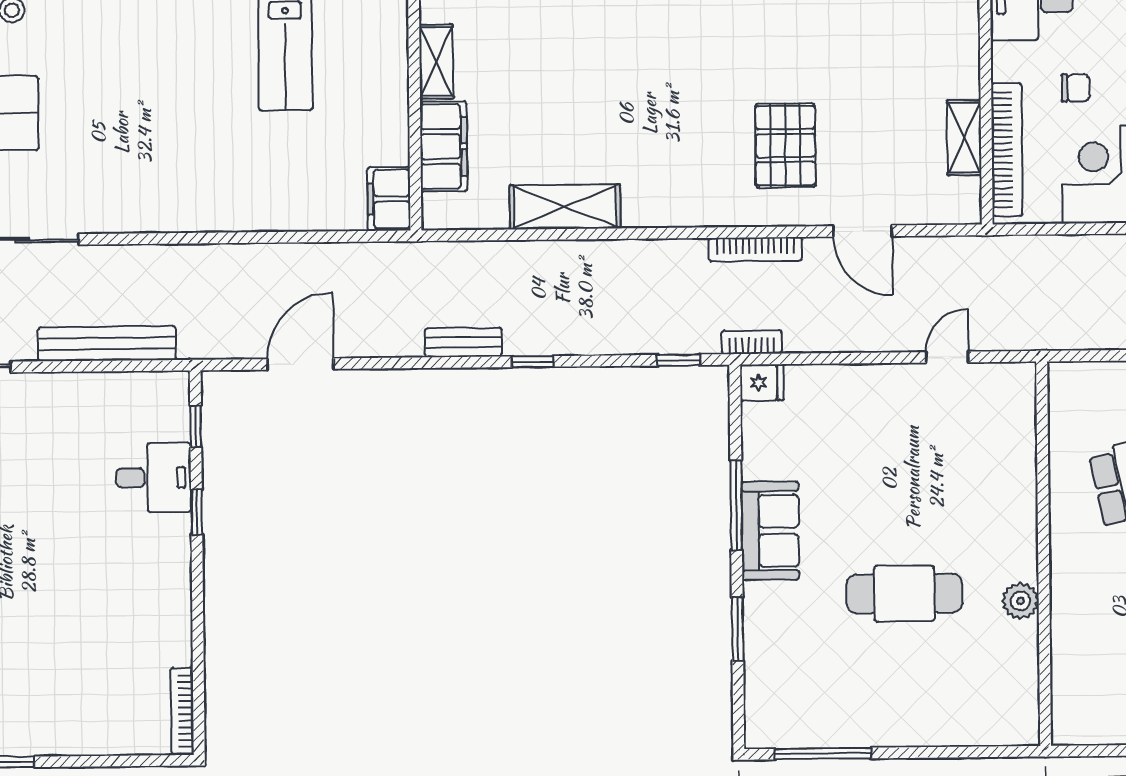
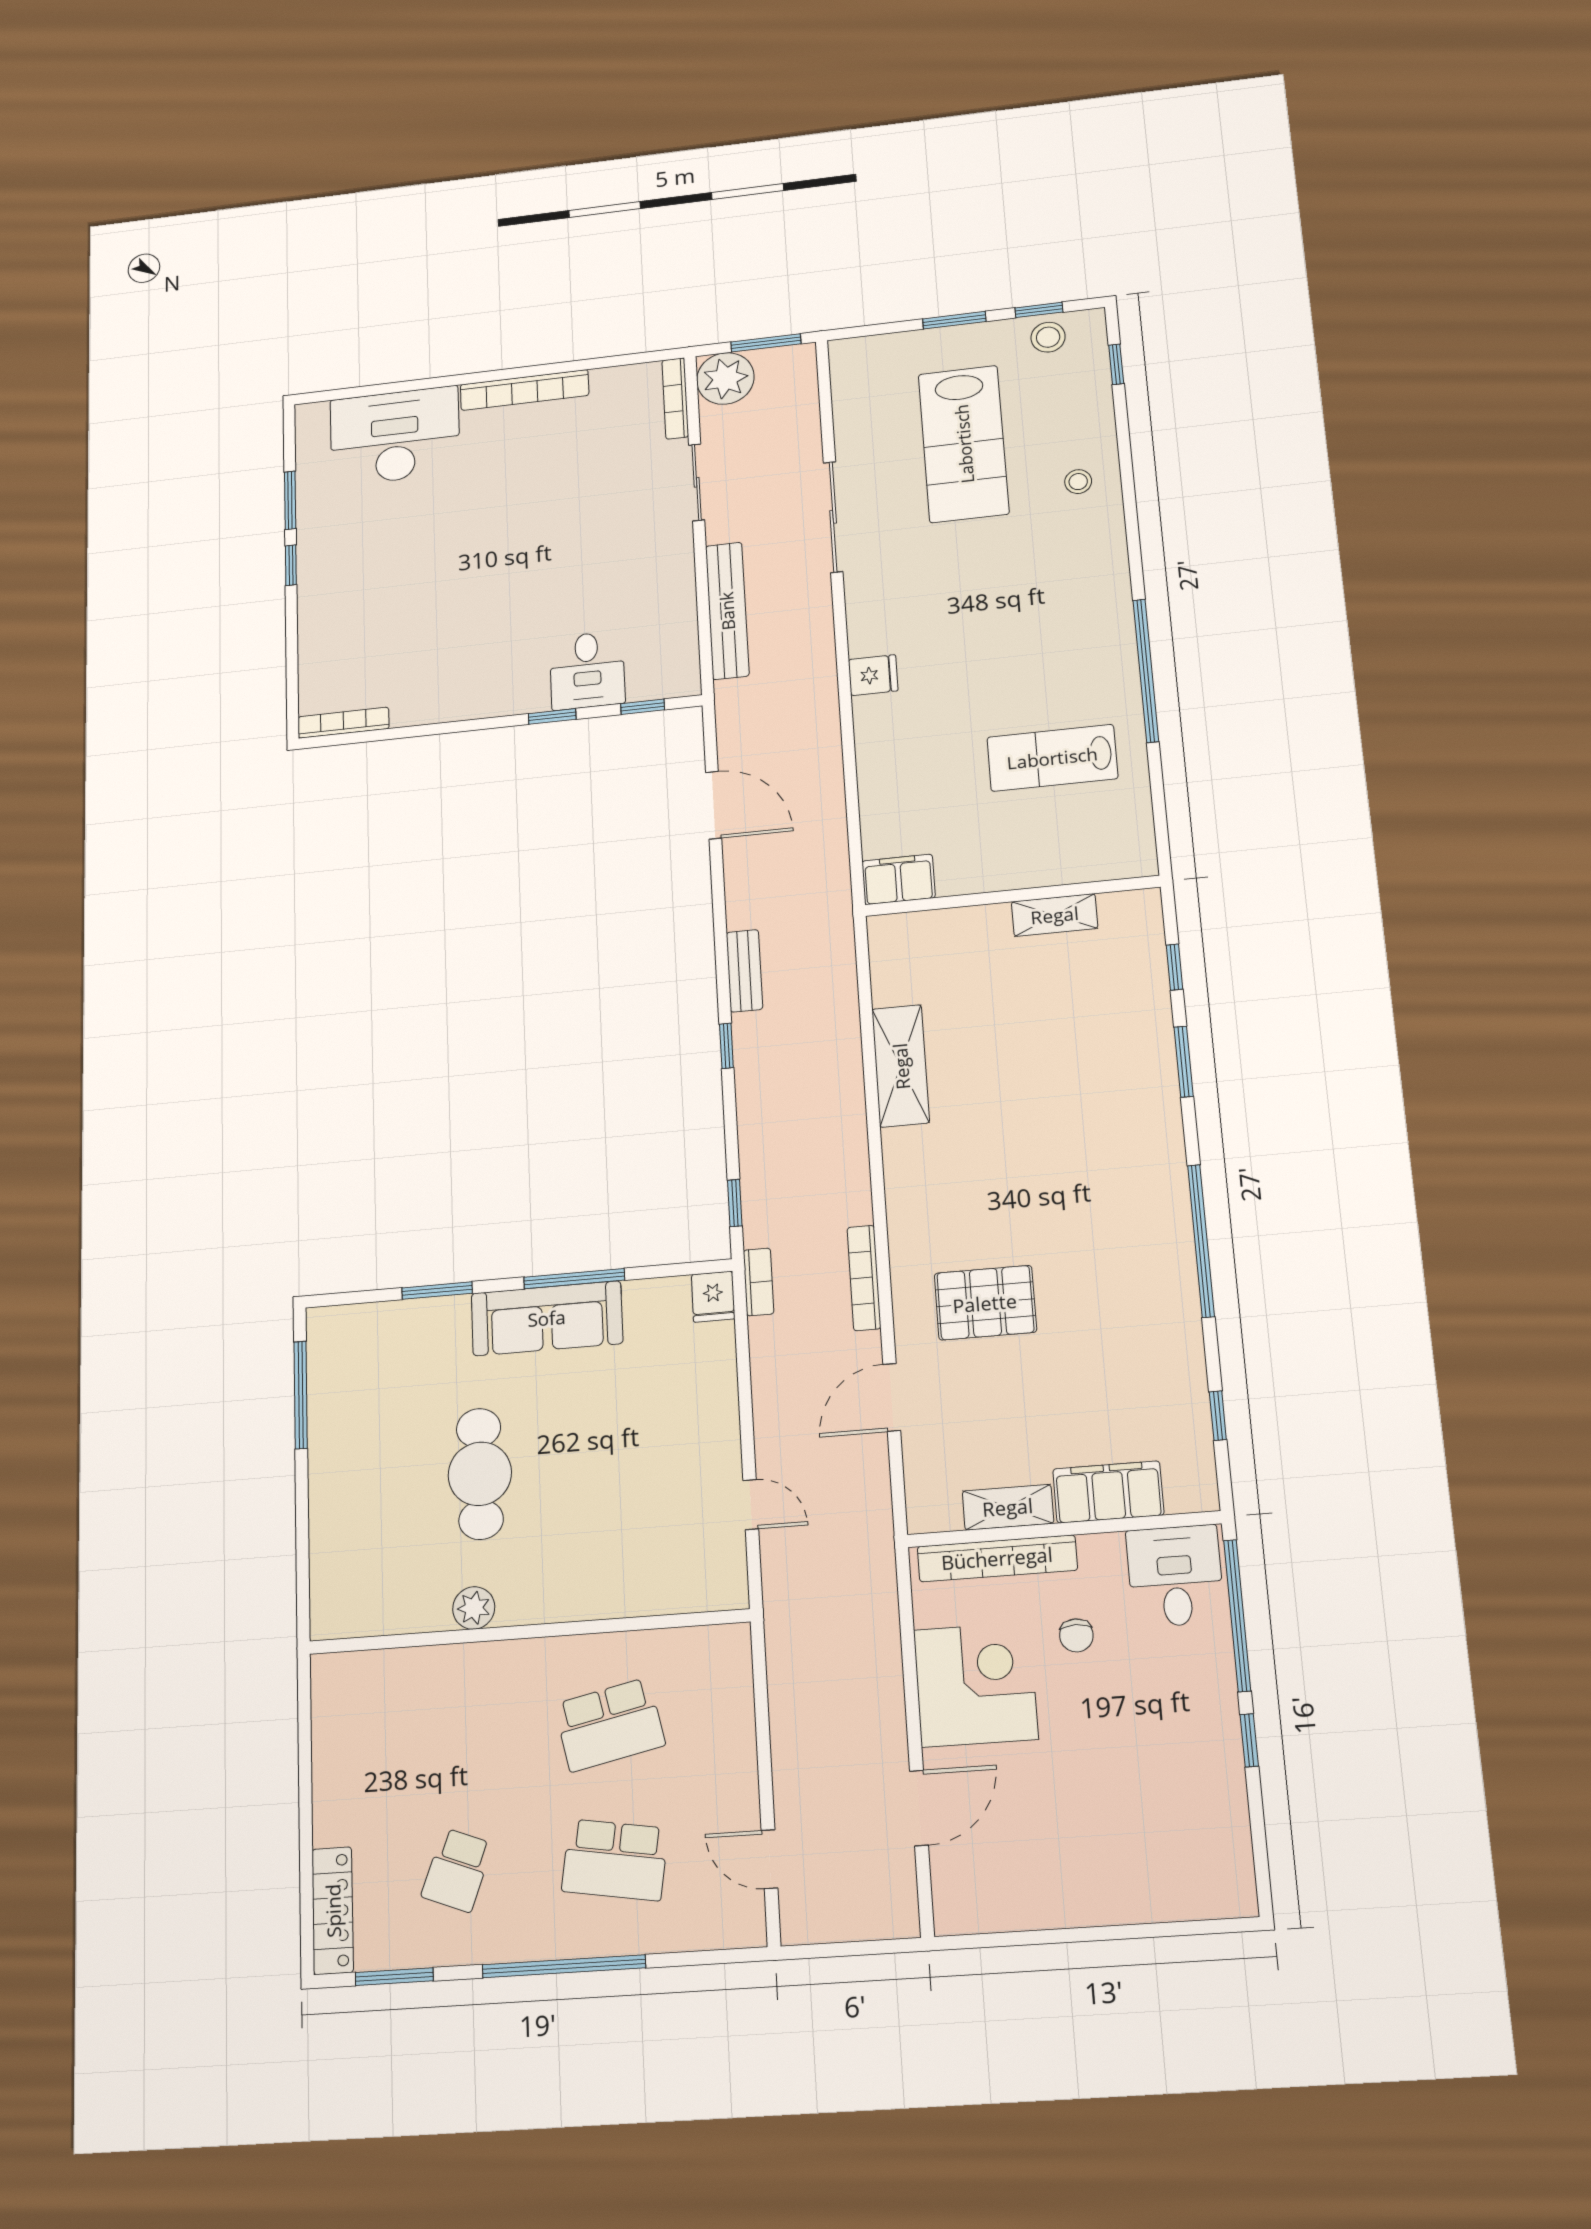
filing cabinet: (444, 147) -> (1108, 1492), moved, turned 180
fridge: (187, 211) -> (873, 675), added
sofa: (770, 531) -> (547, 1318), width x1.36

